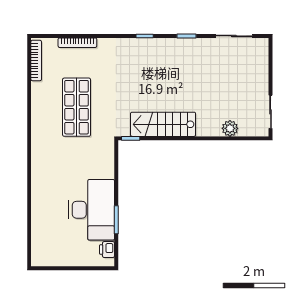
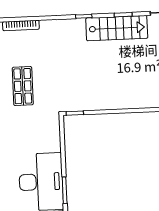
shop shelf: (77, 107) -> (23, 86), width x0.70, depth x0.74
stairs: (163, 124) -> (117, 28), moved, turned 180

